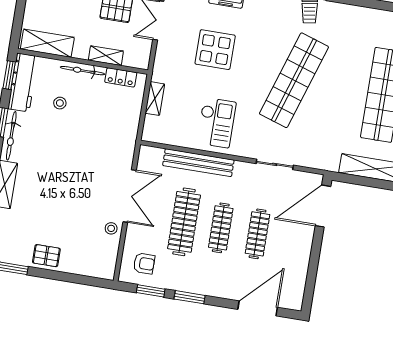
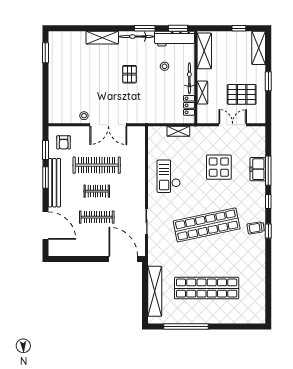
shop shelf: (294, 80) -> (207, 225), turned -30
checkout: (216, 123) -> (169, 176), turned 90
bench: (198, 163) -> (54, 183), moved
clothes rail: (221, 228) -> (97, 191), width x0.73
pallet: (46, 256) -> (129, 74), moved

